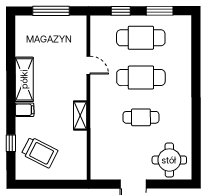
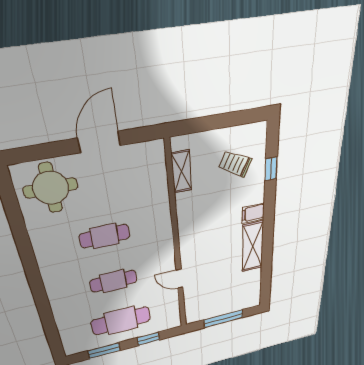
cafe table: (141, 78) -> (113, 281), width x0.73, depth x0.74
shelving: (80, 116) -> (181, 172), moved
trolley: (40, 152) -> (235, 164), width x0.73, depth x0.72

